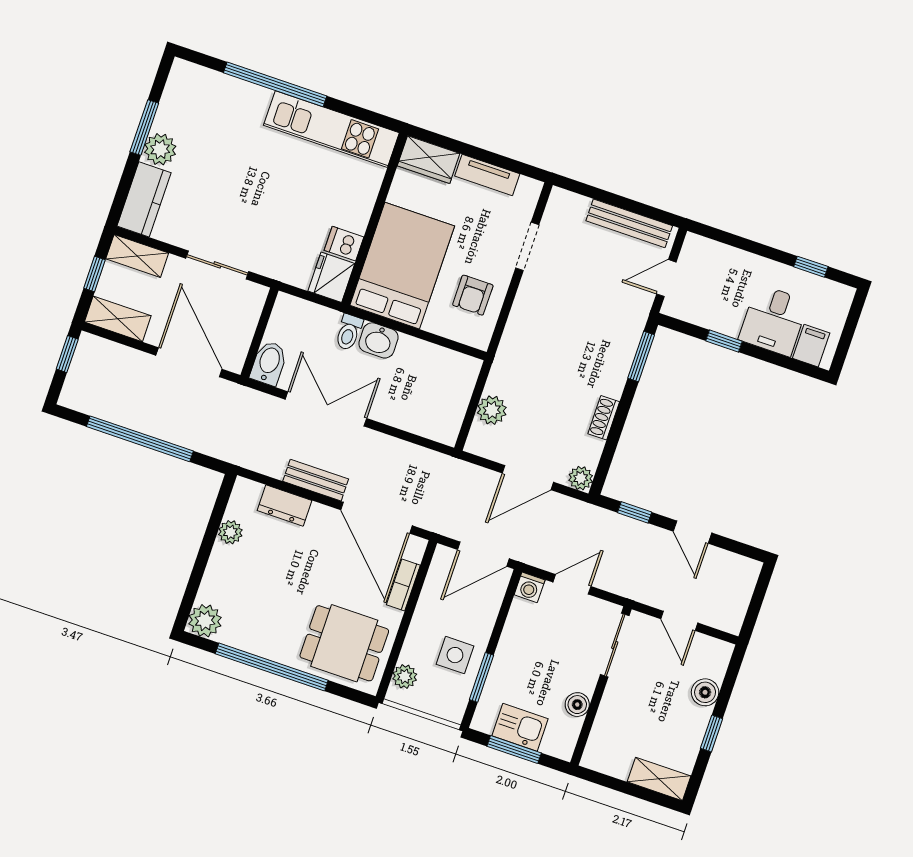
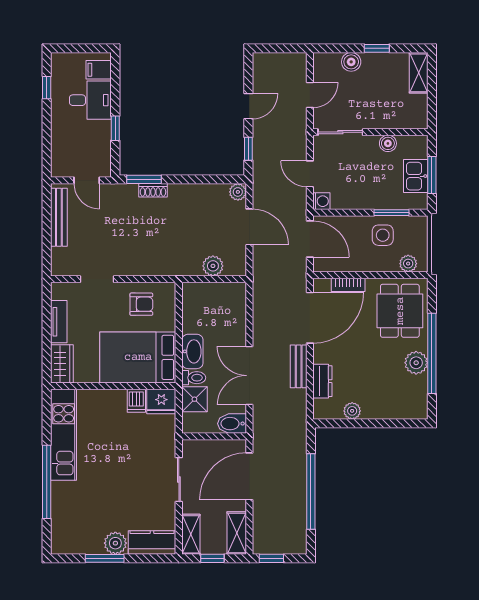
shower: (319, 323) -> (194, 399), added
washbasin: (378, 340) -> (192, 351), width x1.38
shoe rack: (604, 418) -> (153, 190), moved
plant: (205, 621) -> (416, 363), moved

